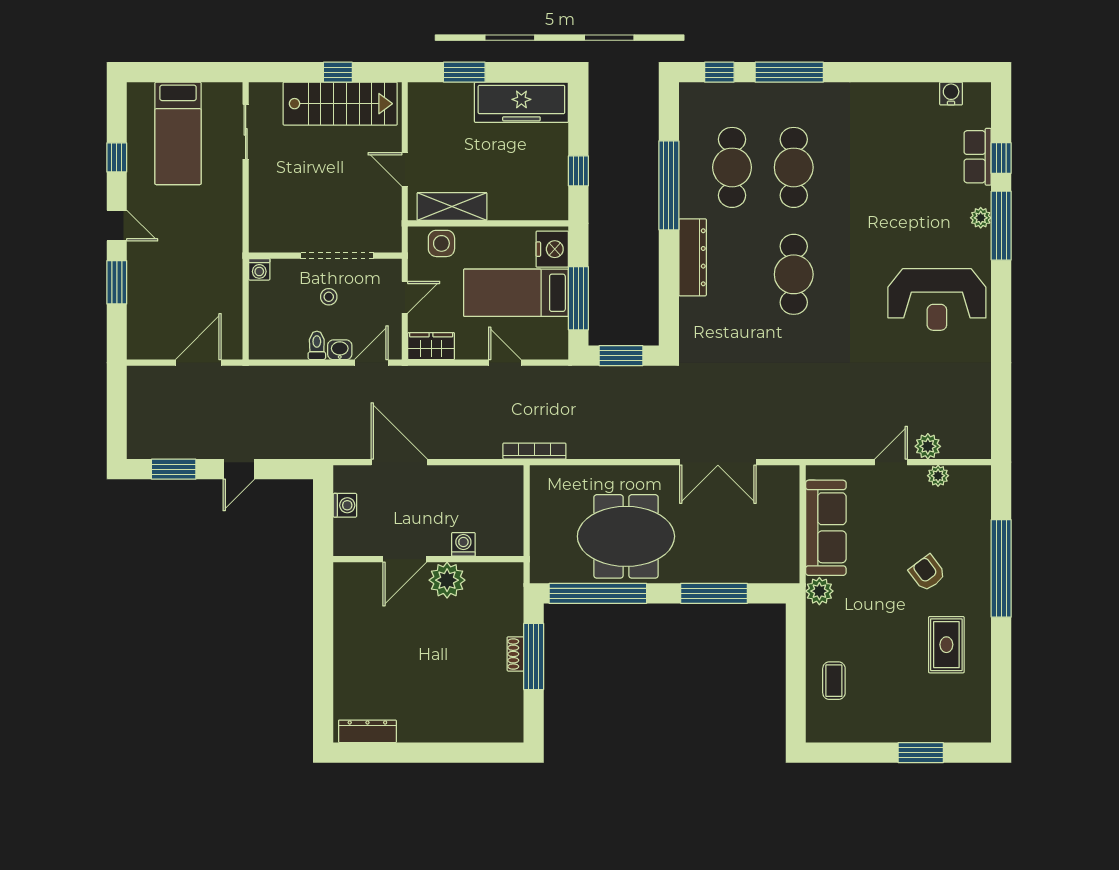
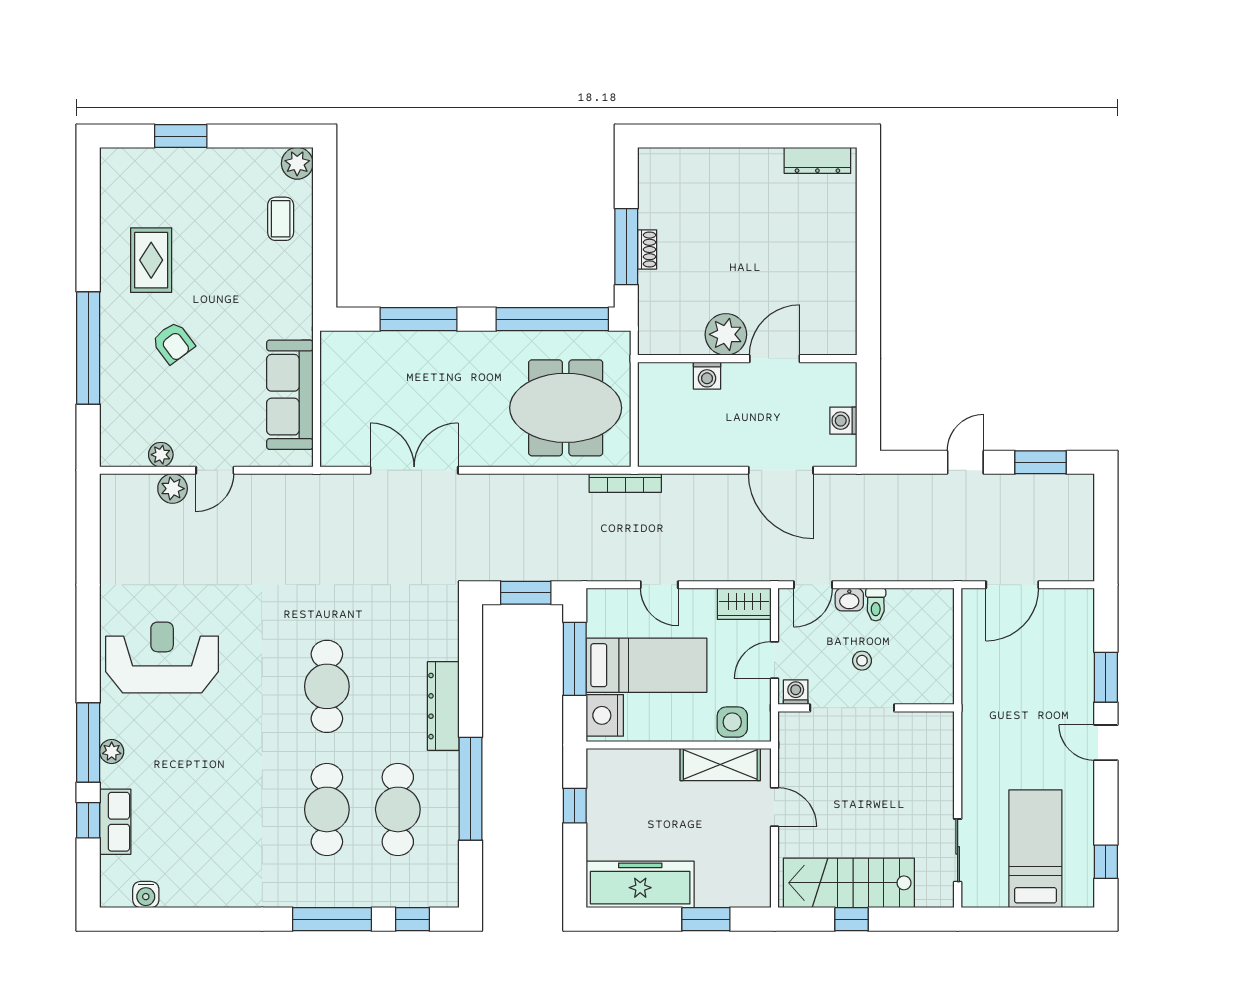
window: (117, 157) -> (1106, 862), moved
washing machine: (259, 269) -> (796, 692), moved
meeting table: (626, 536) -> (566, 408), moved
plant: (819, 591) -> (297, 163), moved

